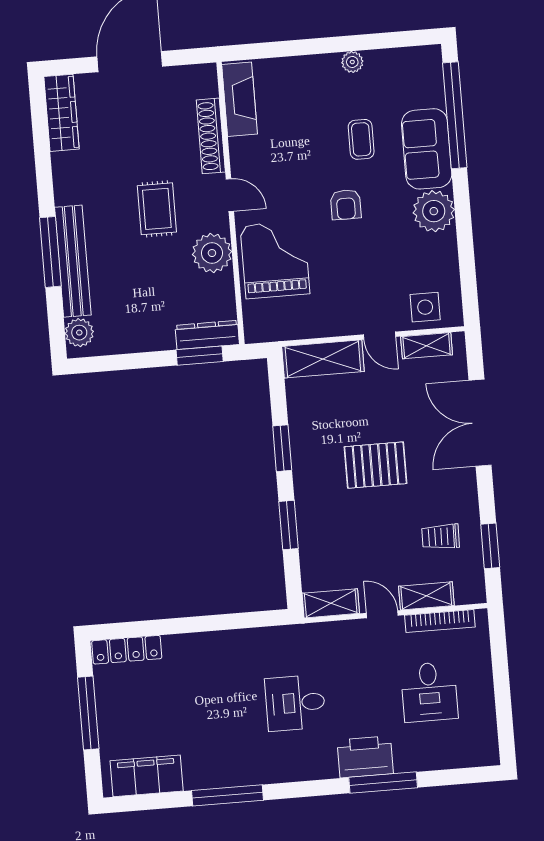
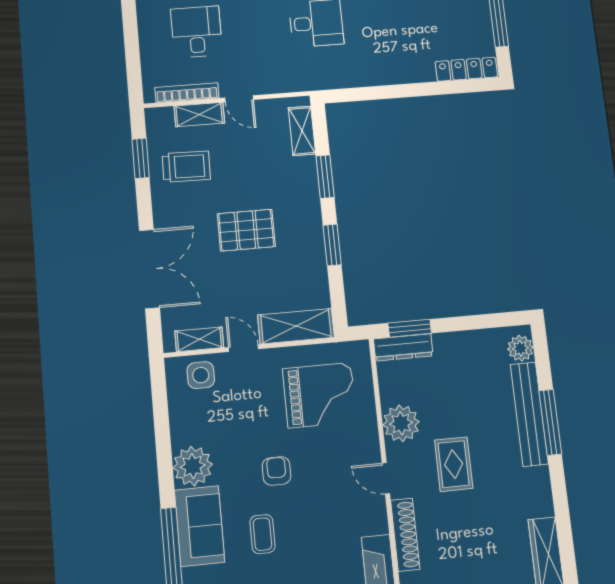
grand piano: (275, 260) -> (320, 395), moved, turned -90
trolley: (441, 537) -> (186, 167), width x1.36, depth x1.39
shelving: (331, 603) -> (302, 131), moved, turned 90

